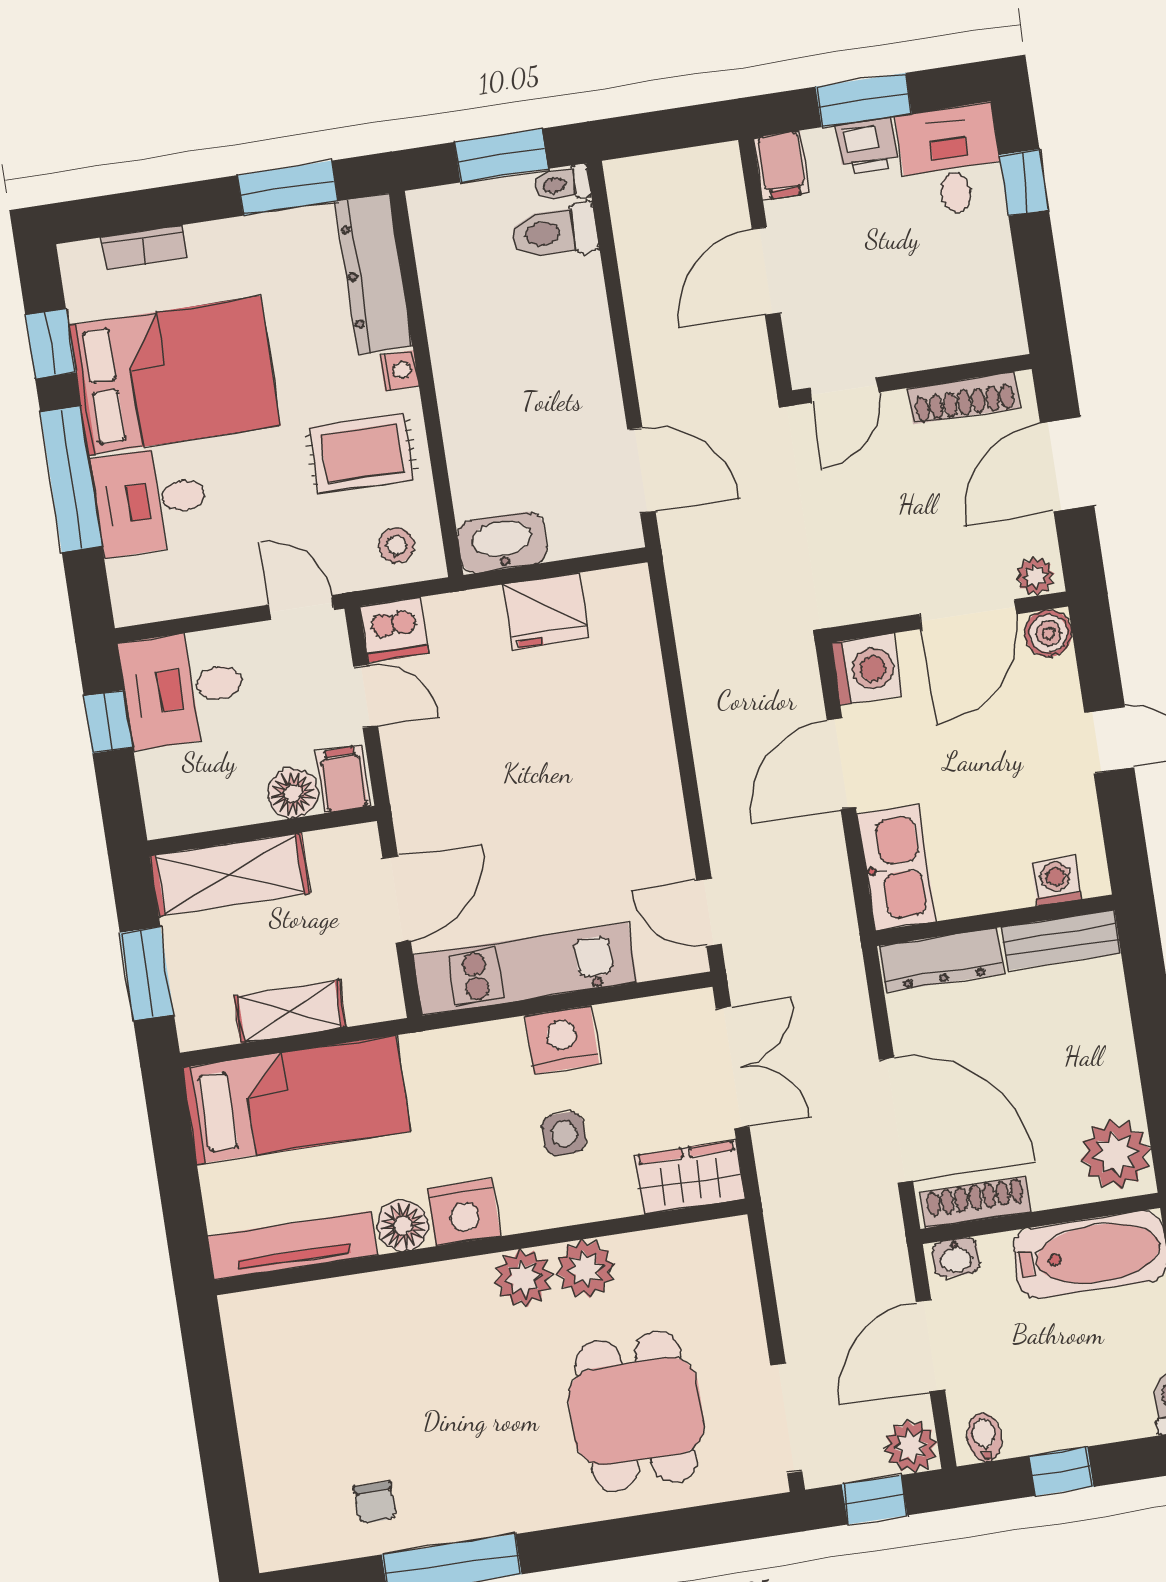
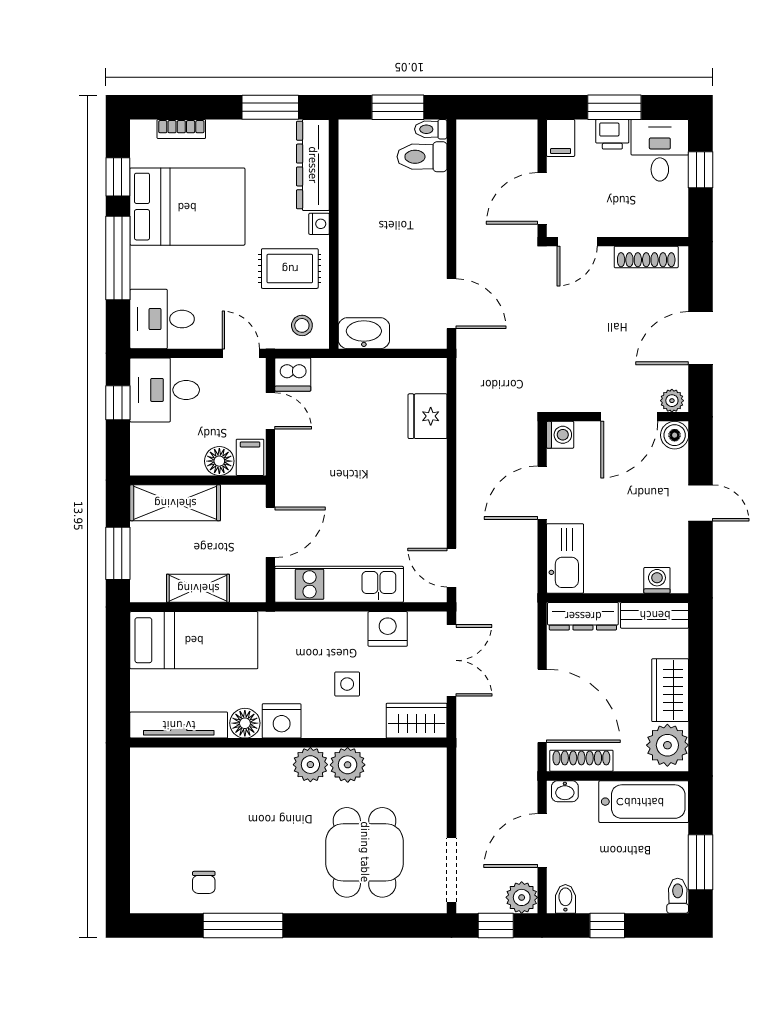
wall: (912, 380) -> (618, 242), moved
door: (844, 390) -> (577, 242), moved
shoe rack: (964, 398) -> (646, 257), moved
desk: (150, 501) -> (162, 319), moved
fridge: (546, 611) -> (428, 416), moved, turned 90
washing machine: (867, 669) -> (560, 435), width x0.73, depth x0.73
nightstand: (562, 1040) -> (388, 629), moved
wardrobe: (1106, 1061) -> (670, 690), added

